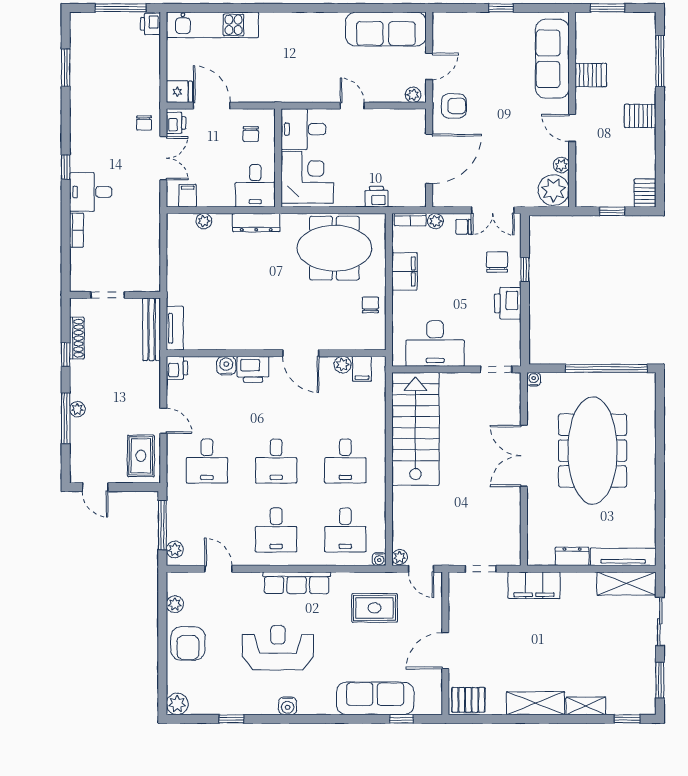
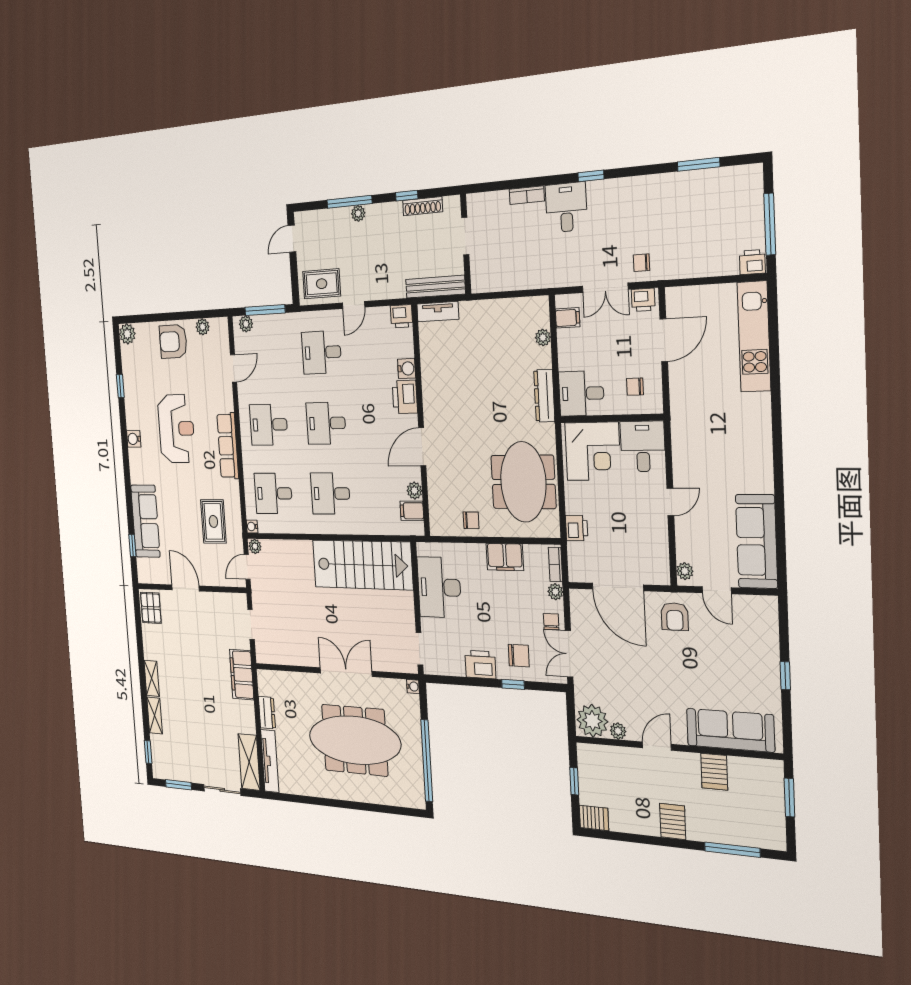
fridge: (179, 92) -> (677, 302), removed
shelving: (536, 703) -> (152, 678), width x0.67, depth x0.75

